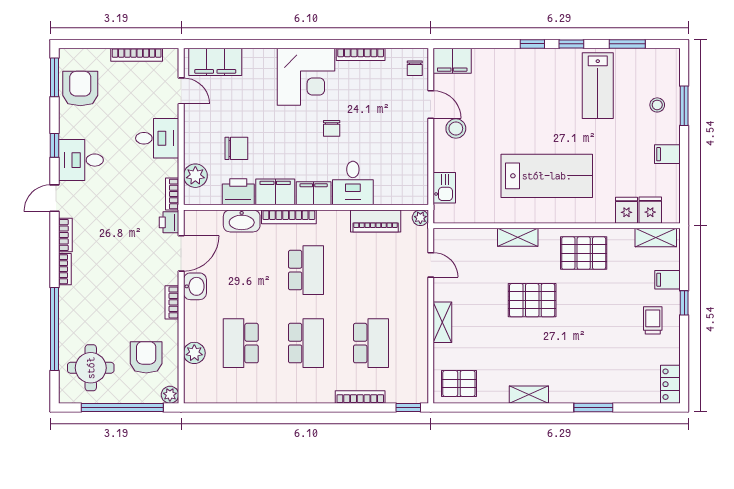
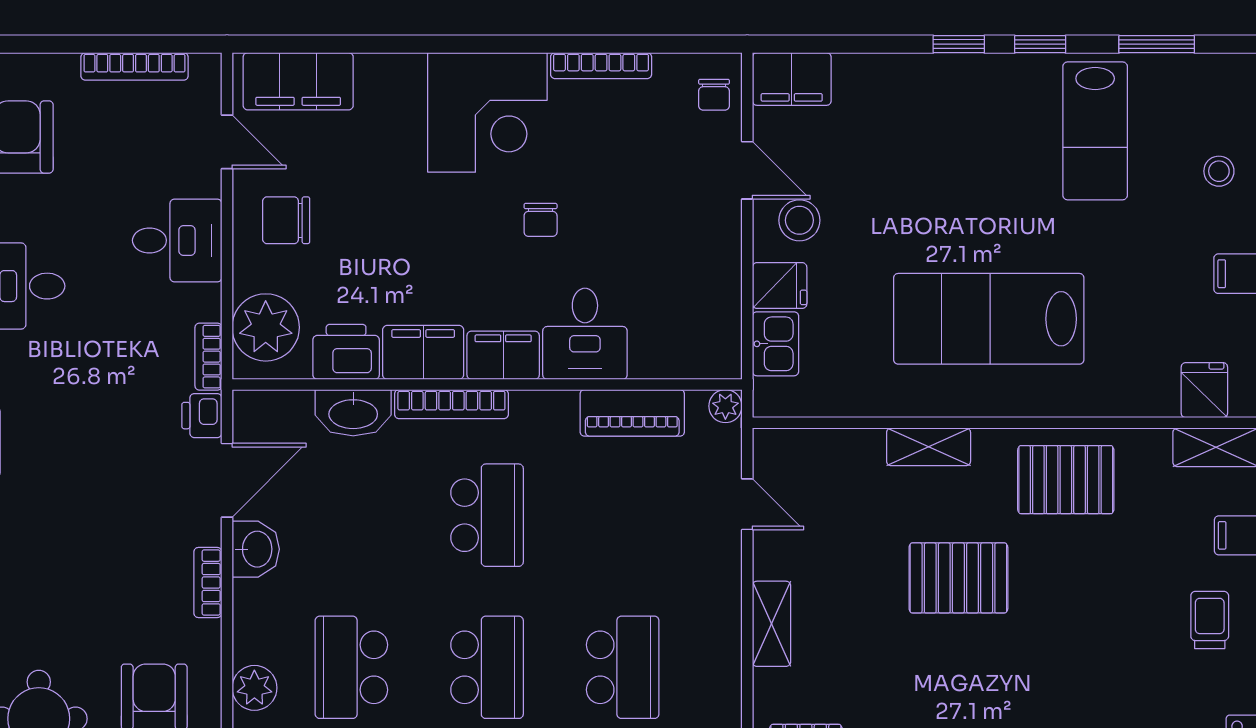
chair: (236, 148) -> (286, 220), moved, turned 180
plant: (195, 176) -> (266, 327), width x1.36, depth x1.36
lab bench: (547, 176) -> (989, 319), turned 180
fridge: (626, 210) -> (780, 286), moved, turned 90

